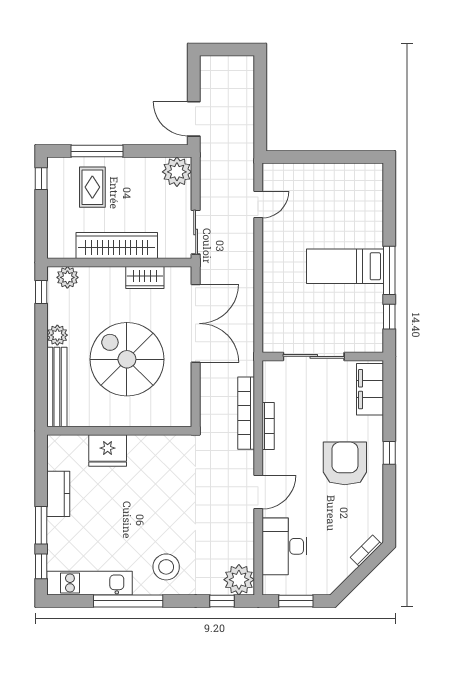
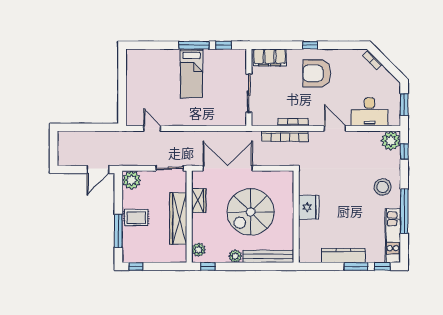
rug: (92, 187) -> (136, 218), moved
fridge: (108, 451) -> (309, 207), moved
kitchen counter: (58, 494) -> (343, 255), width x1.50

